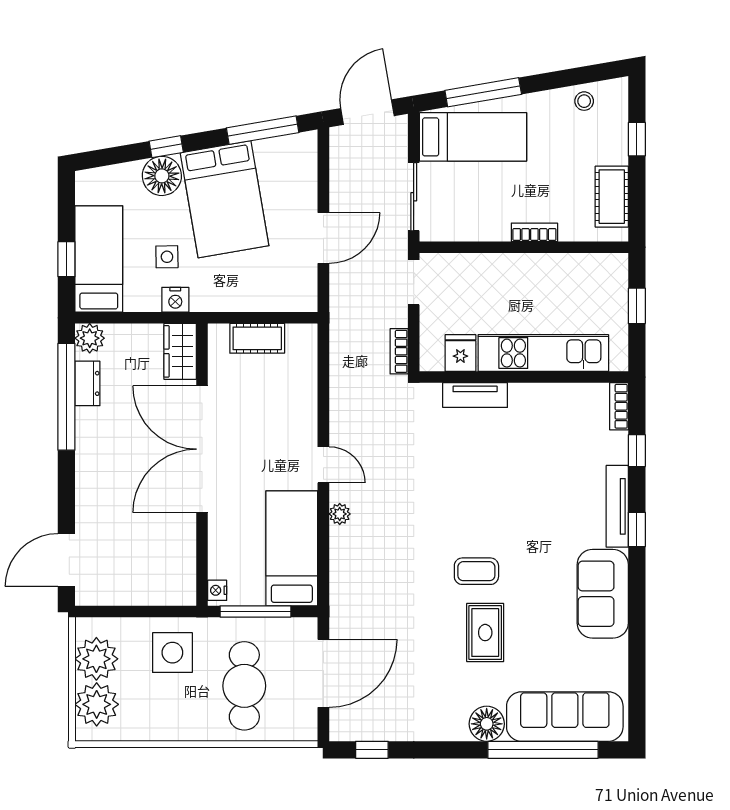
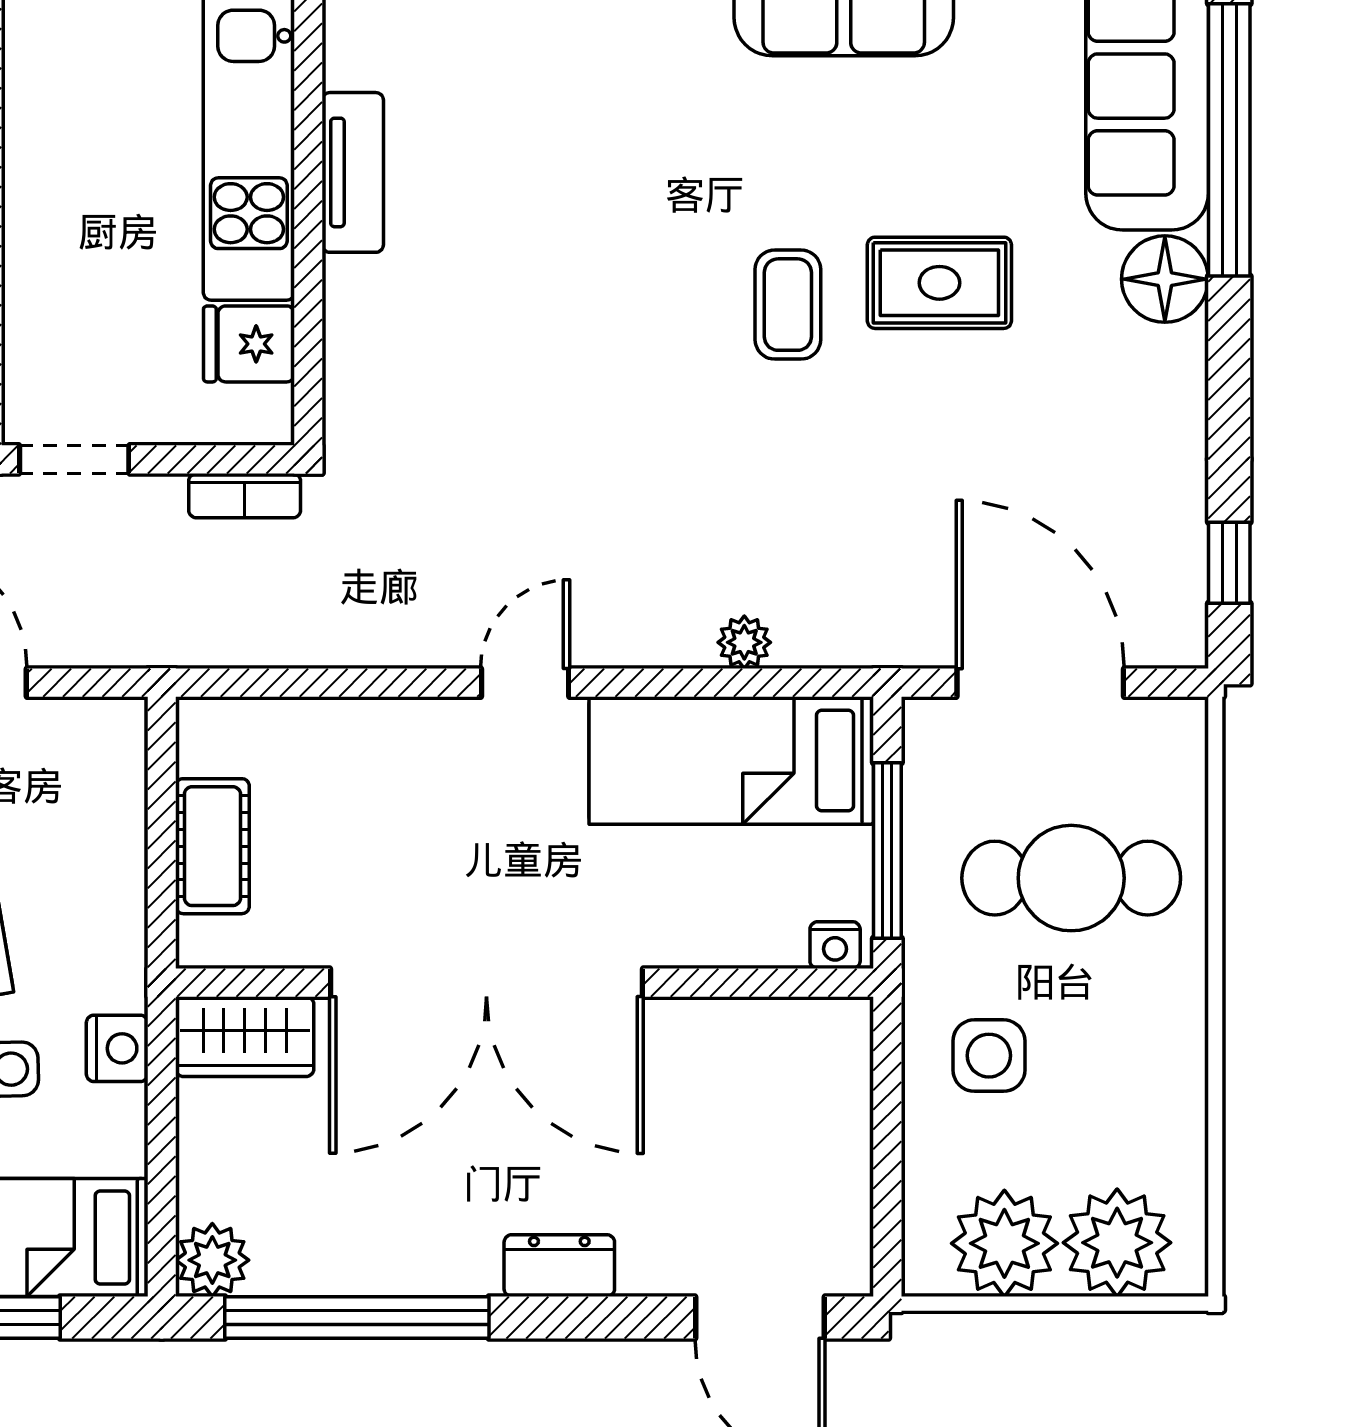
dresser: (87, 383) -> (559, 1266), moved
tv unit: (475, 395) -> (353, 172), moved
plant: (340, 514) -> (744, 642), moved
side table: (172, 653) -> (989, 1056), width x0.73, depth x0.73

